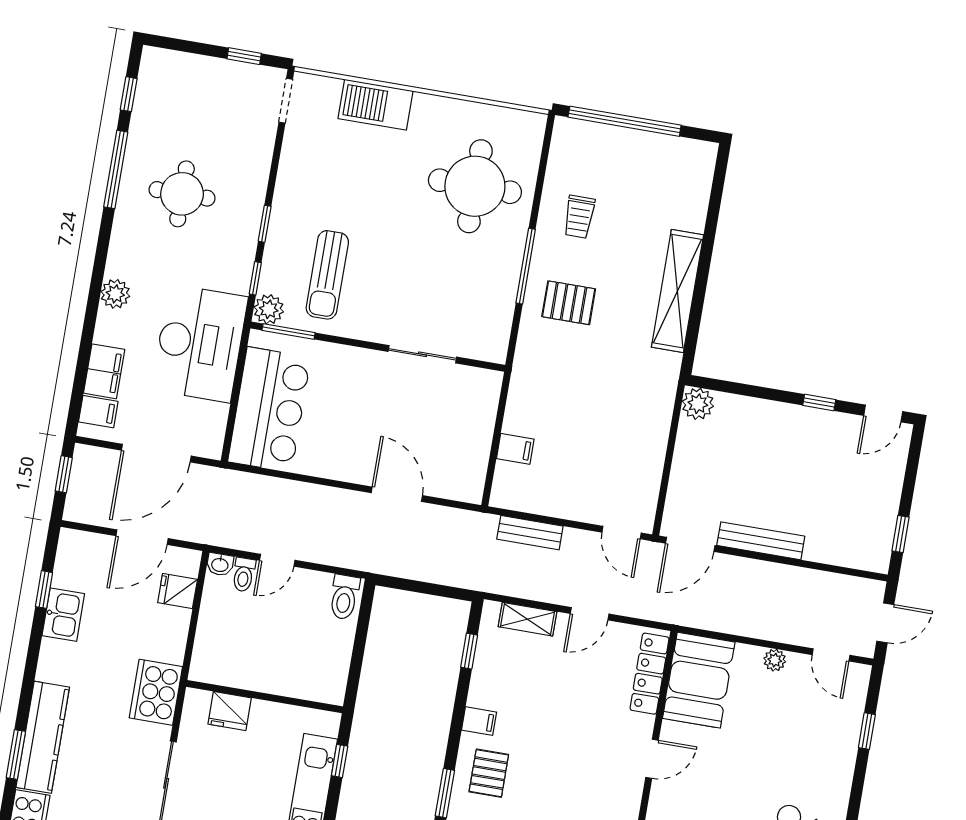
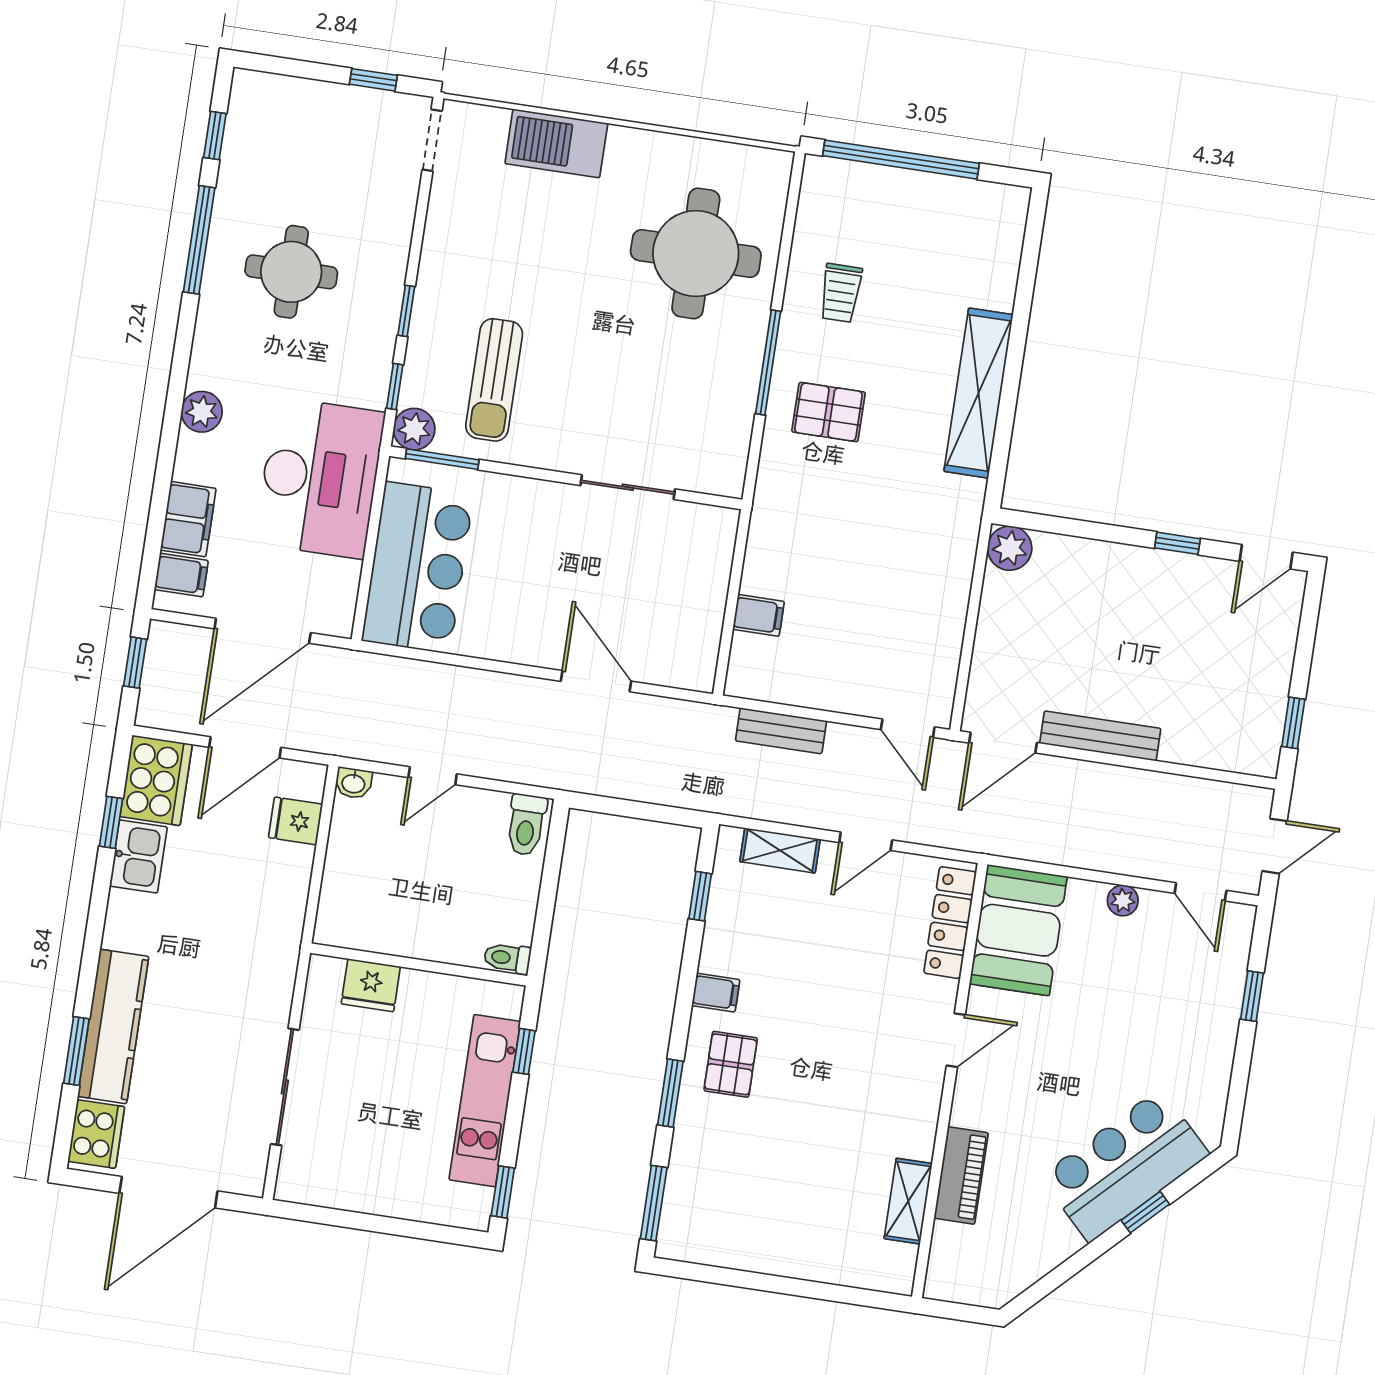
toilet: (244, 575) -> (507, 958), moved, turned 90
cooker: (156, 692) -> (156, 780), moved, turned 180

